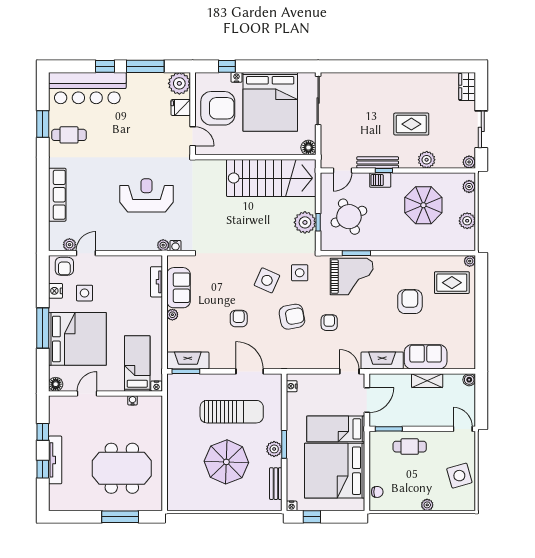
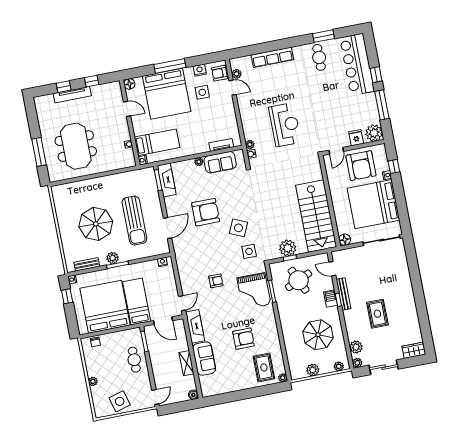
plant: (427, 160) -> (356, 347), moved
armchair: (292, 317) -> (215, 252), removed
armchair: (239, 319) -> (206, 212), width x1.88, depth x1.88

